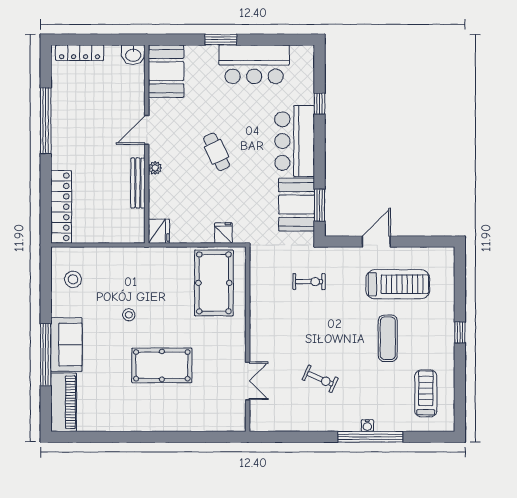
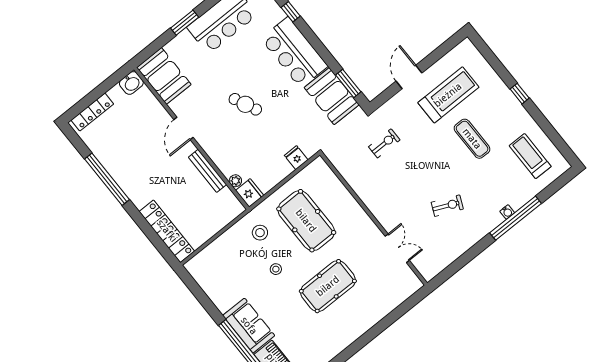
plant: (155, 168) -> (235, 181), moved
stool: (73, 279) -> (260, 233), moved
pool table: (214, 283) -> (306, 221), moved

